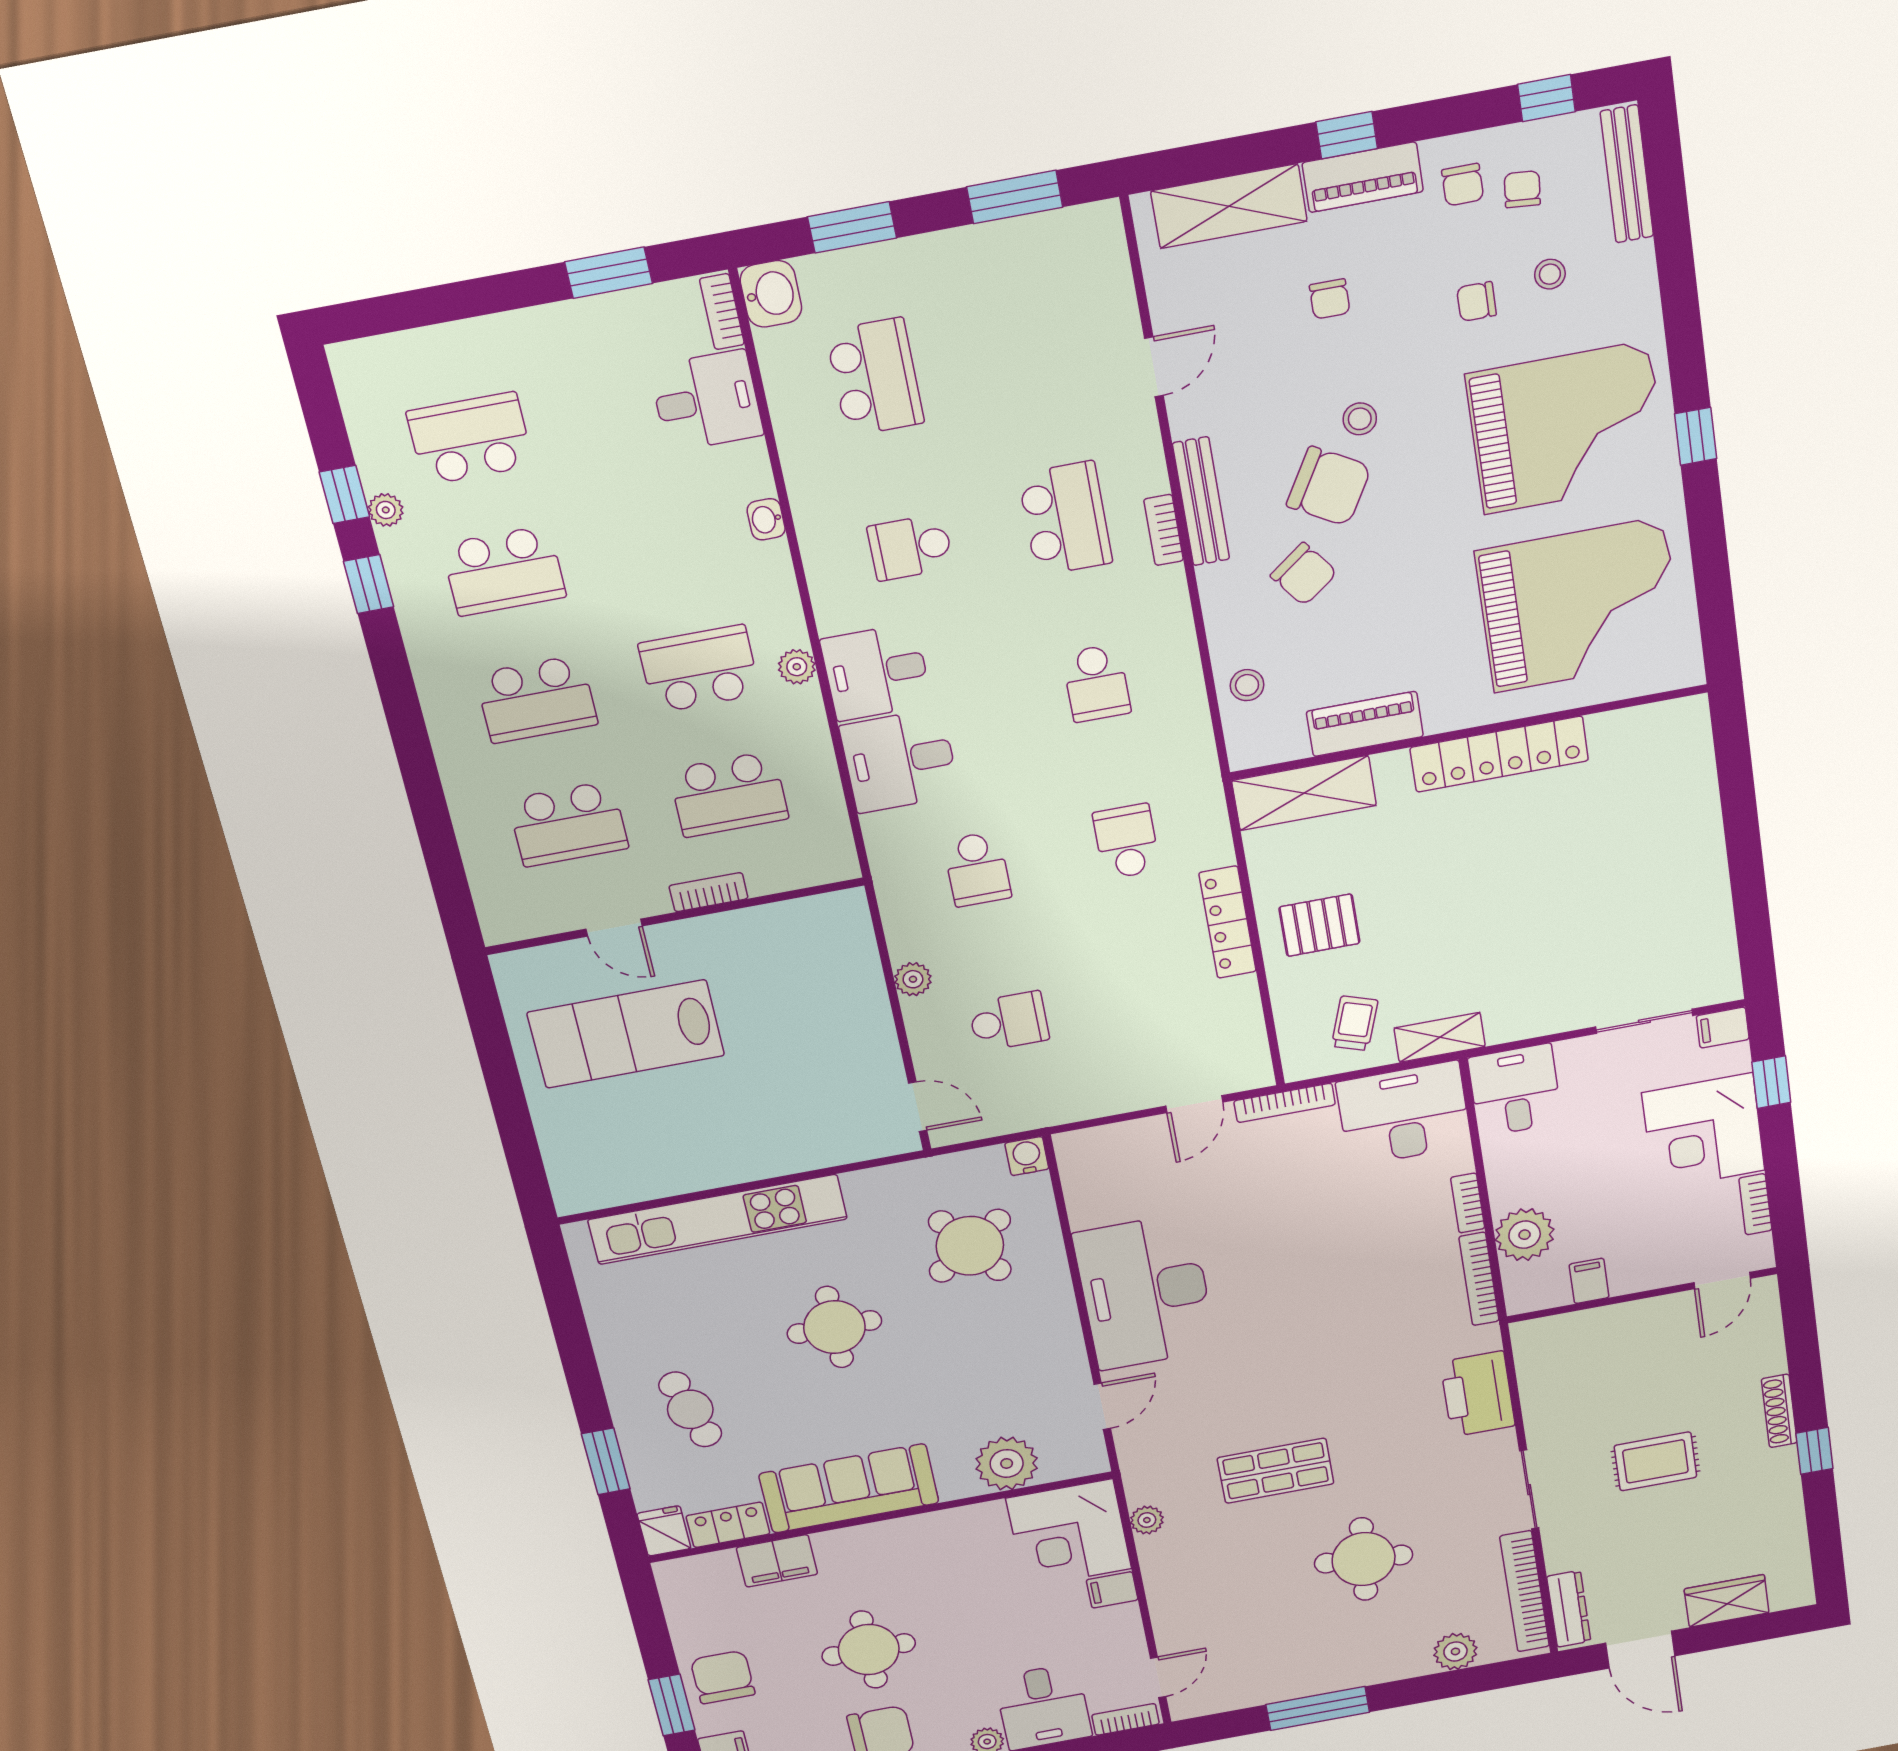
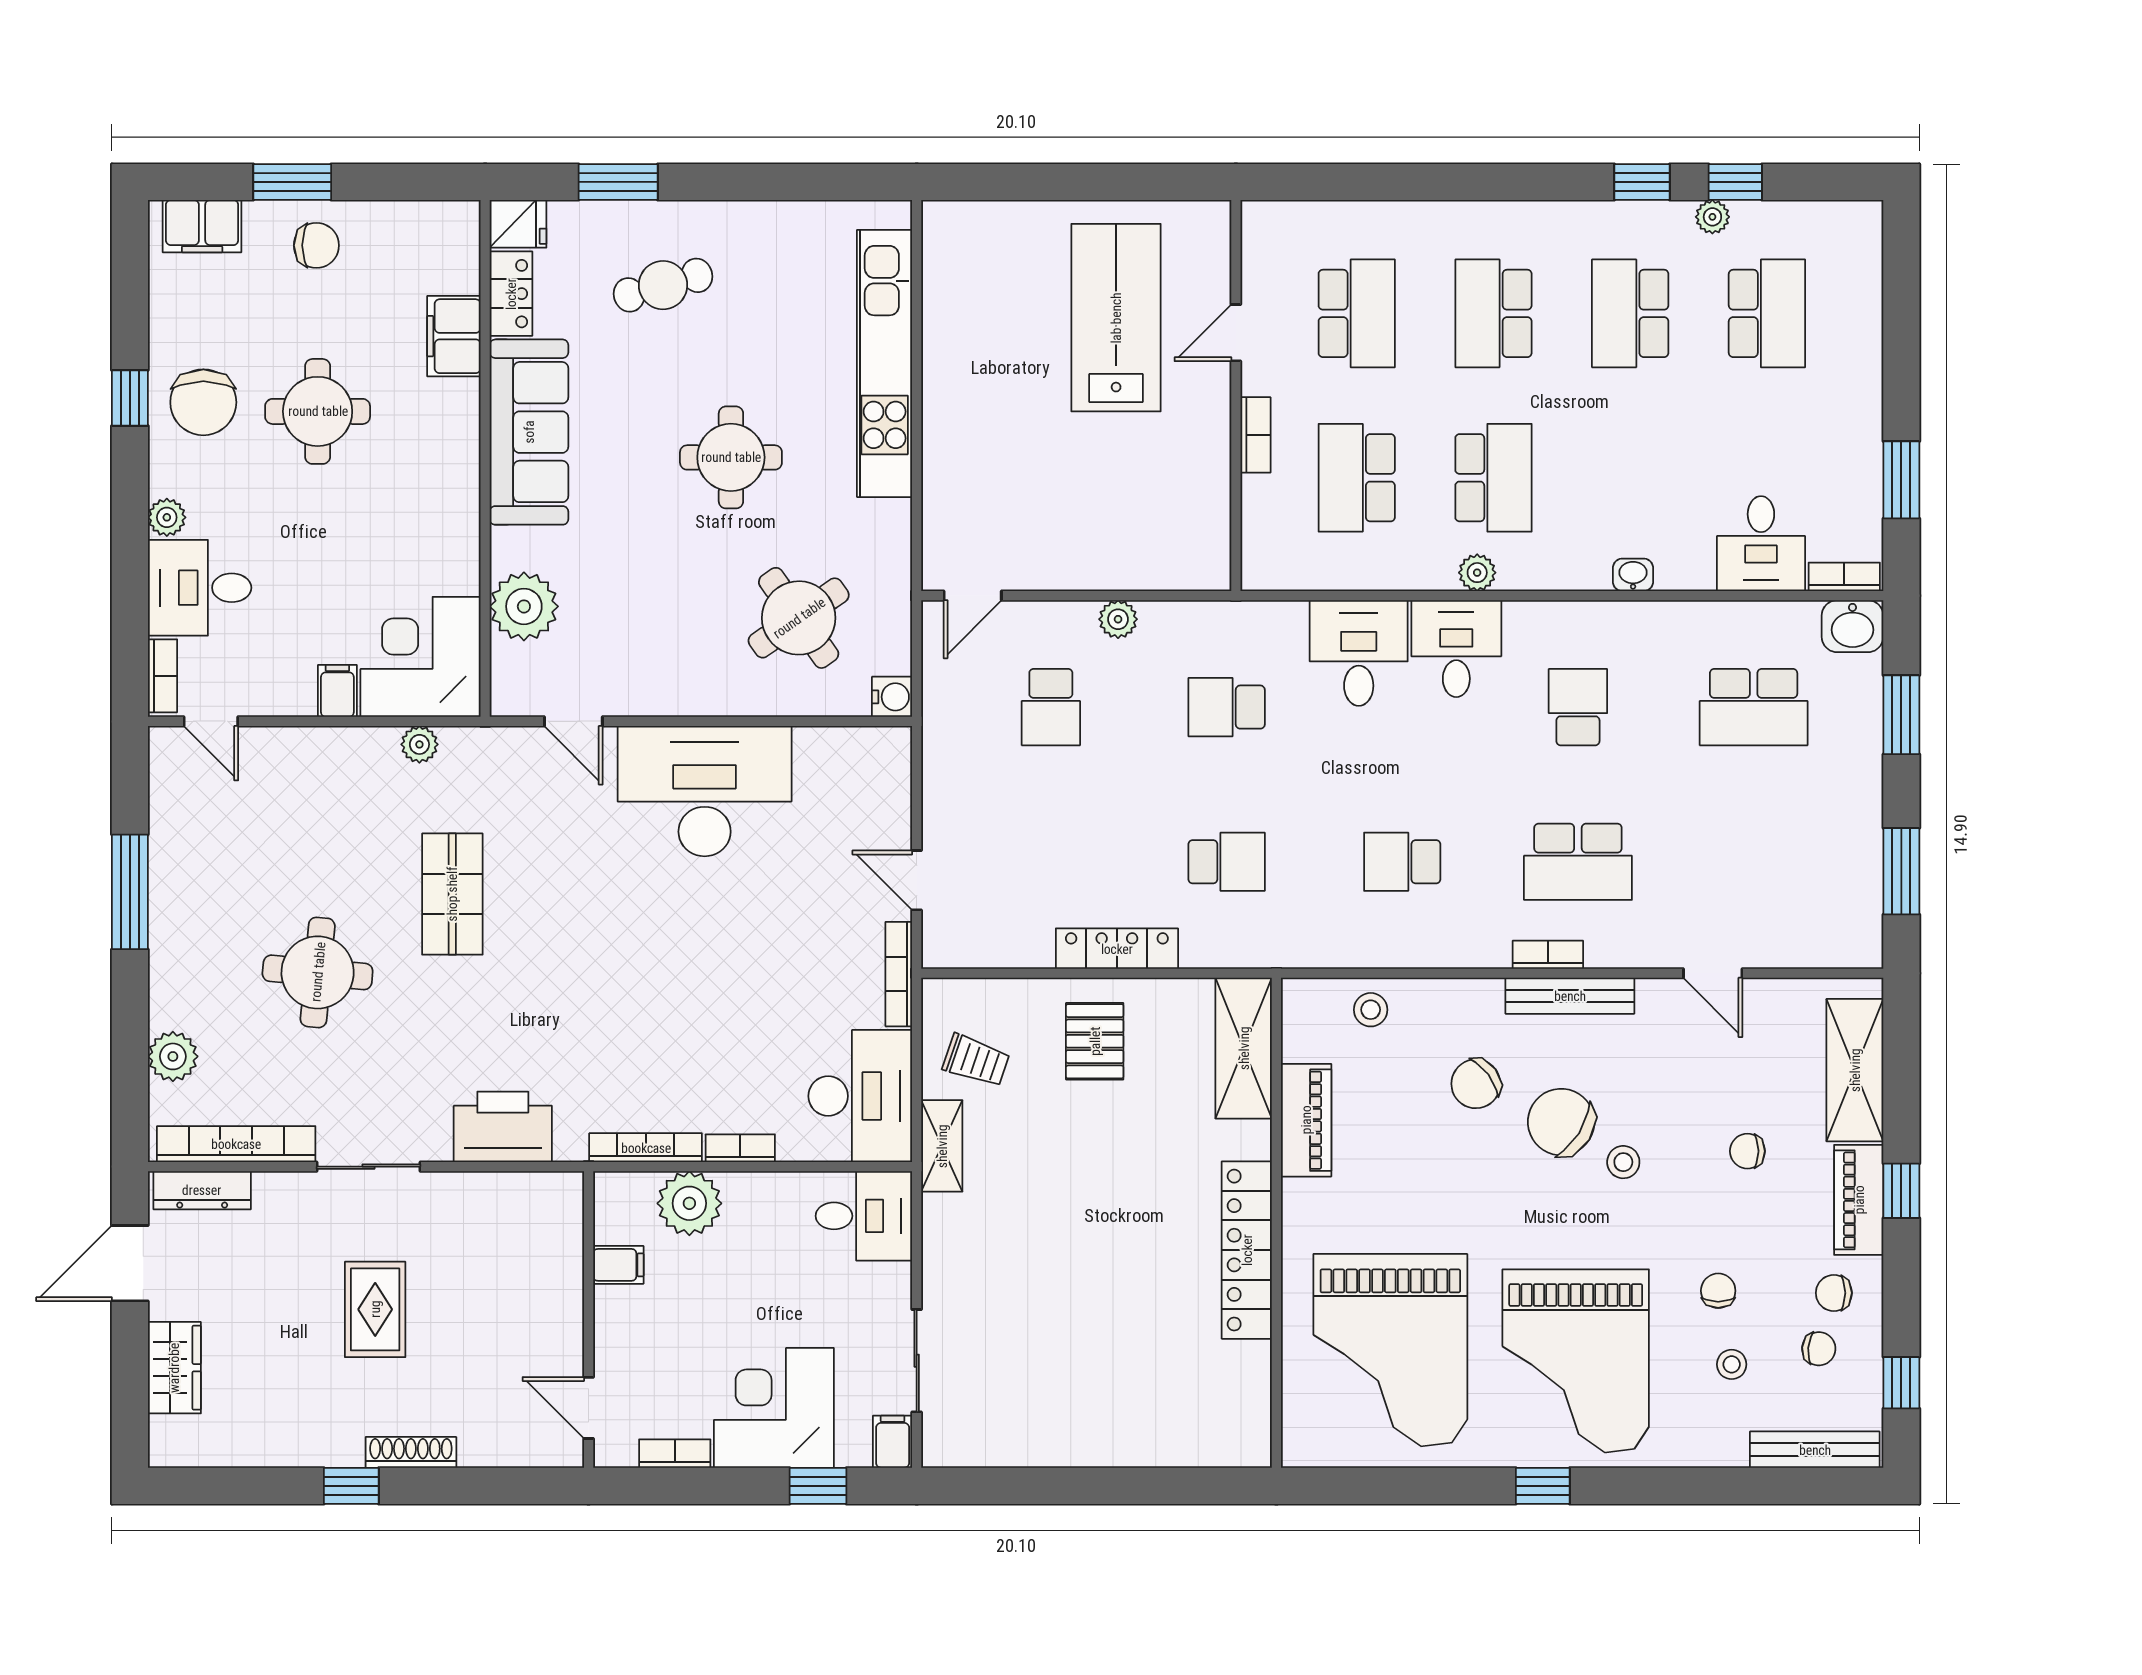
chair: (1329, 486) -> (1561, 1122), turned 92
school desk: (568, 824) -> (1357, 313), turned 180
chair: (723, 1677) -> (316, 245), width x0.73, depth x0.73

